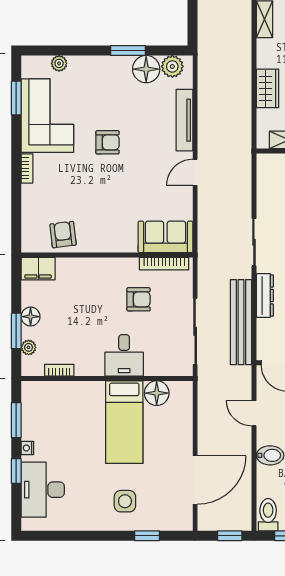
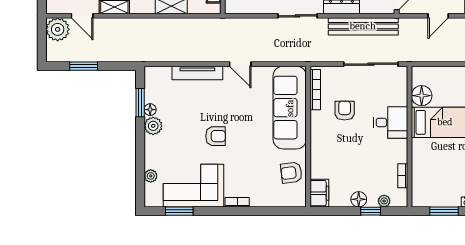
window: (128, 51) -> (140, 103), moved
plant: (172, 66) -> (153, 126), moved
floor lamp: (146, 69) -> (150, 110), width x0.53, depth x0.53
armchair: (108, 142) -> (216, 136), turned 90
sofa: (165, 237) -> (290, 108), width x1.85, depth x1.27
window: (16, 331) -> (371, 211), width x0.67

